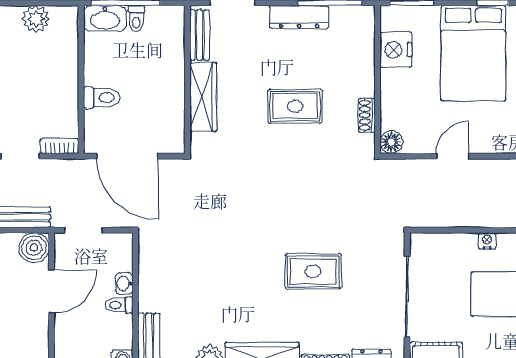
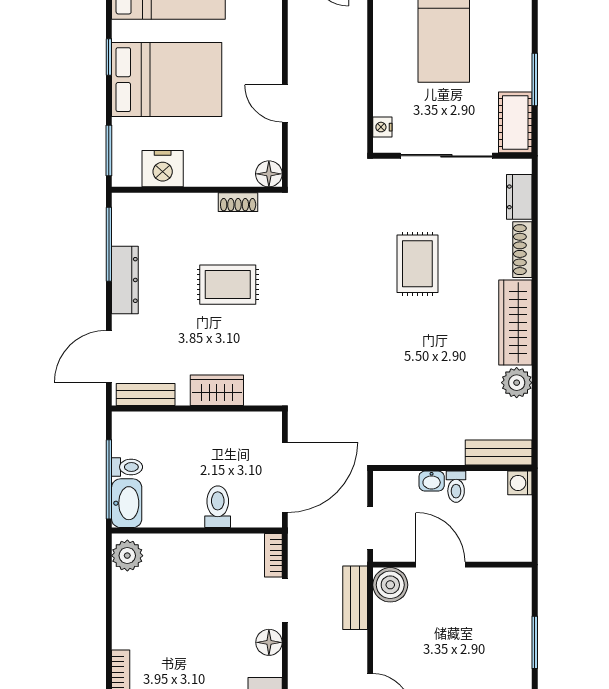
plant: (36, 19) -> (127, 556), moved
wardrobe: (203, 97) -> (217, 390), width x0.67
rug: (295, 106) -> (228, 285), turned 90
nightstand: (487, 241) -> (382, 127), moved

